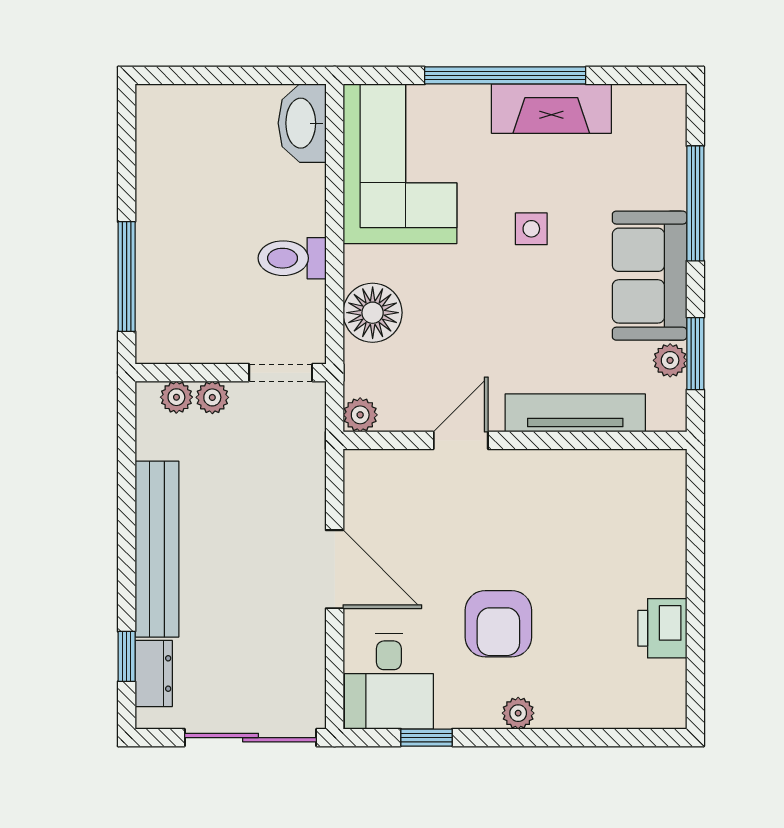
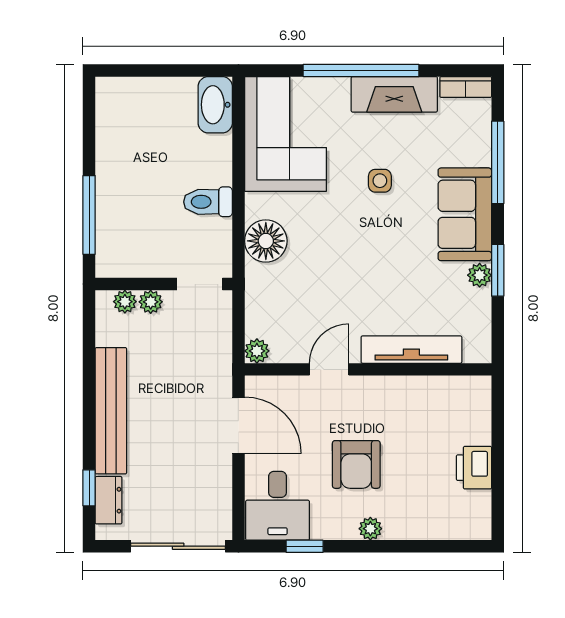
bookcase: (651, 98) -> (466, 87), added
tv unit: (575, 413) -> (411, 350), moved
plant: (360, 415) -> (257, 351), moved
door: (461, 440) -> (329, 369), moved
wall: (515, 440) -> (368, 369), moved

